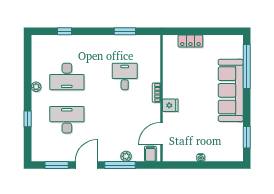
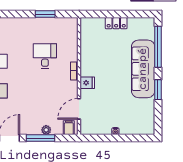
locker: (190, 41) -> (116, 23), moved
window: (247, 137) -> (158, 90), moved

